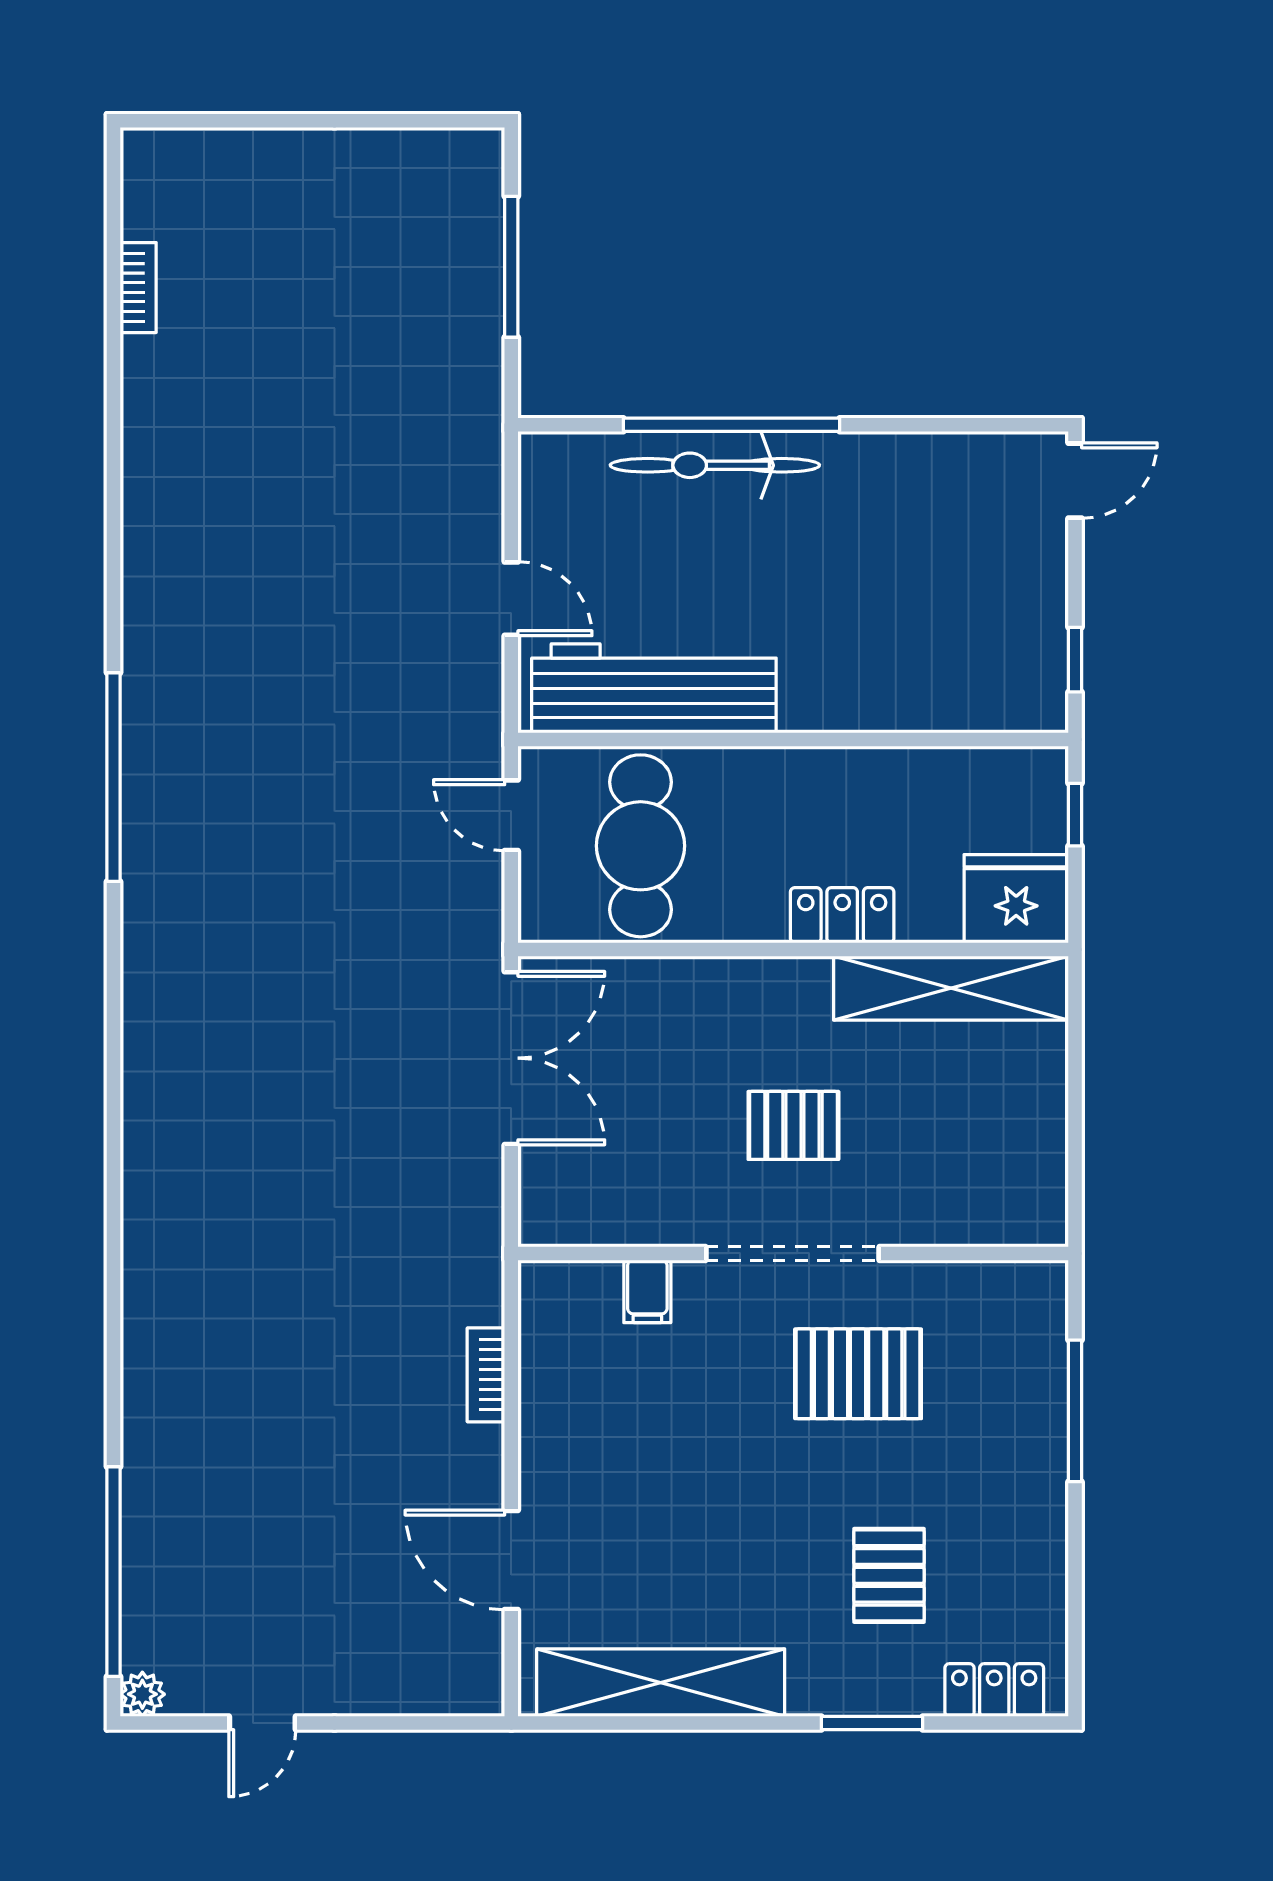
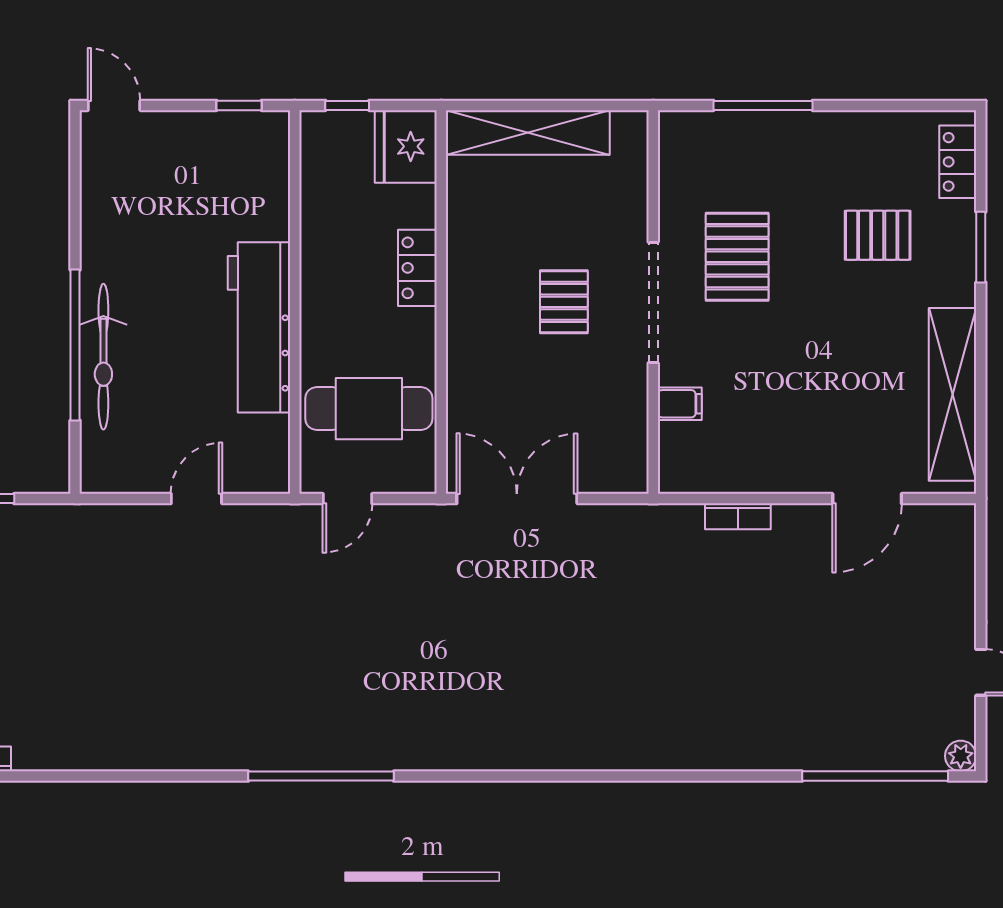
workbench: (654, 688) -> (259, 327), moved
shelving: (951, 988) -> (528, 132), moved, turned 90

